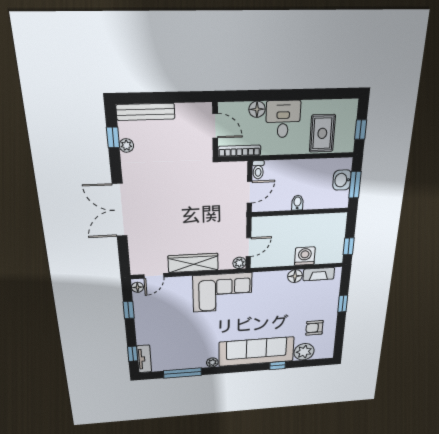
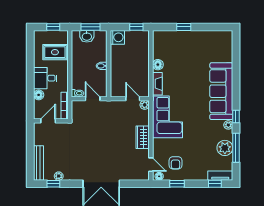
washing machine: (305, 256) -> (117, 37), moved, turned 180
wardrobe: (193, 263) -> (143, 137), width x0.67
fireplace: (319, 274) -> (157, 84), moved
armchair: (314, 328) -> (176, 163), moved
plant: (304, 352) -> (225, 148), moved
window: (278, 365) -> (236, 116), moved

